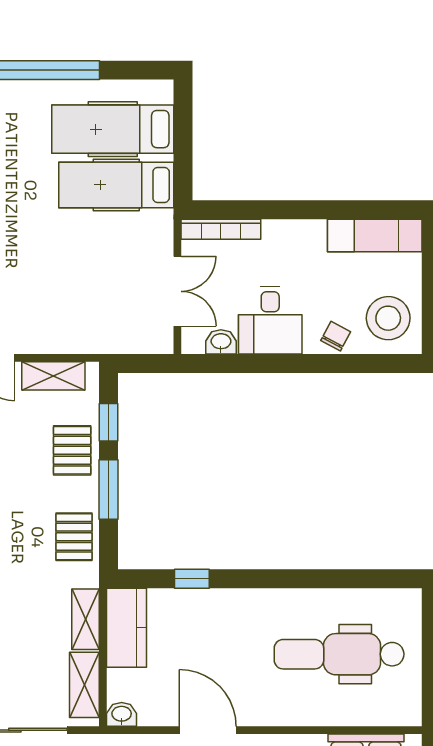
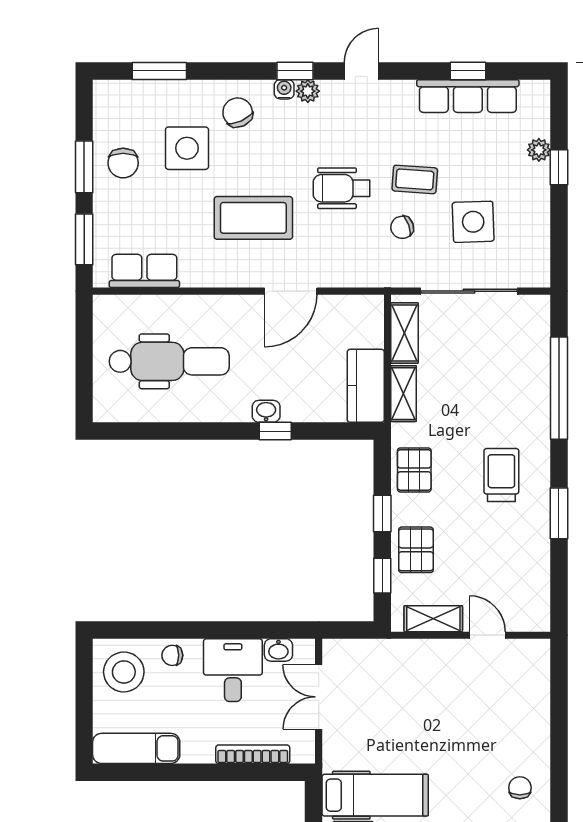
bookcase: (221, 229) -> (253, 754), moved
chair: (336, 336) -> (172, 655), turned 62
window: (109, 490) -> (382, 514), width x0.67
window: (192, 579) -> (275, 431), moved
washbasin: (122, 714) -> (266, 411), moved, turned 180
door: (208, 730) -> (291, 291), hinge flipped

